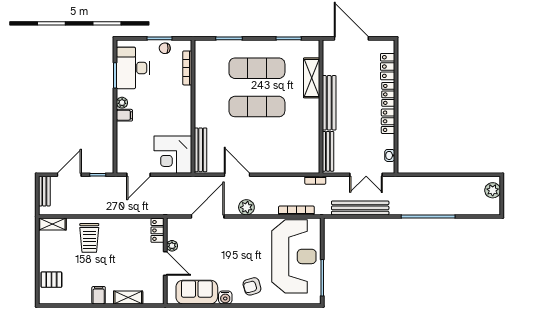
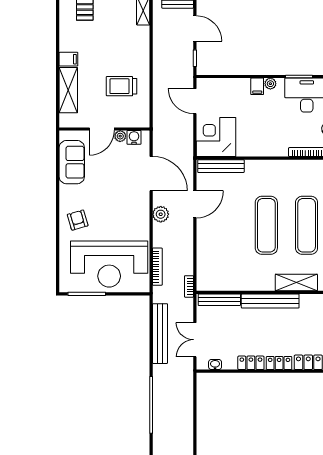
locker: (157, 230) -> (136, 121), removed
trolley: (89, 238) -> (122, 86), moved
water cooler: (225, 297) -> (134, 137), moved, turned 90
shelving: (128, 298) -> (68, 90), width x1.50, depth x1.33

